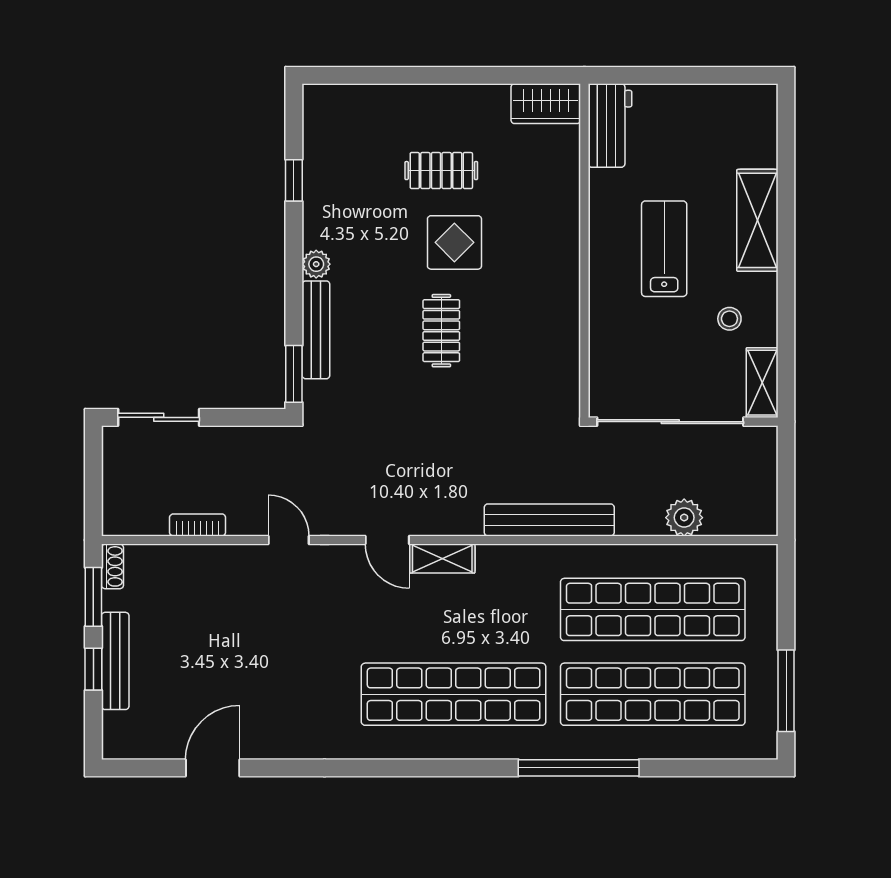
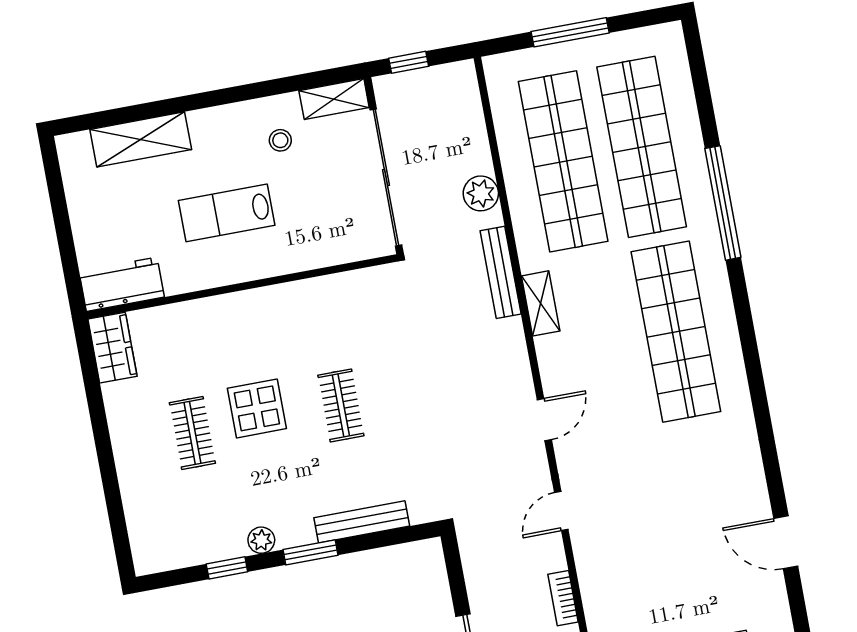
shelving: (757, 220) -> (141, 139), moved
plant: (316, 264) -> (261, 540), moved
clothes rail: (441, 331) -> (341, 405), turned 90
window: (294, 374) -> (311, 552), moved
window: (786, 468) -> (409, 62), added
plant: (684, 518) -> (481, 193), moved
bench: (549, 520) -> (501, 272), width x0.73, depth x0.82
shelving: (442, 559) -> (541, 303), moved
window: (786, 691) -> (570, 32), moved

